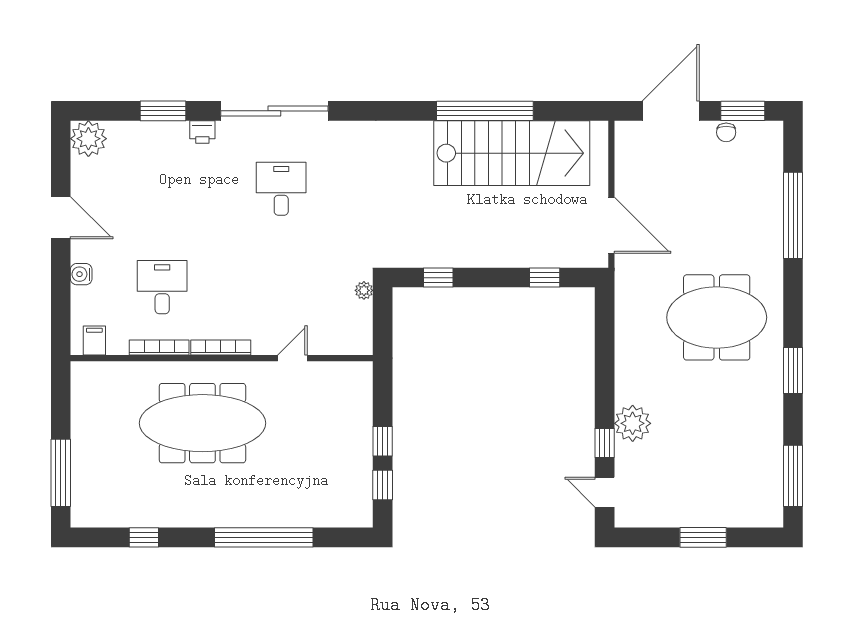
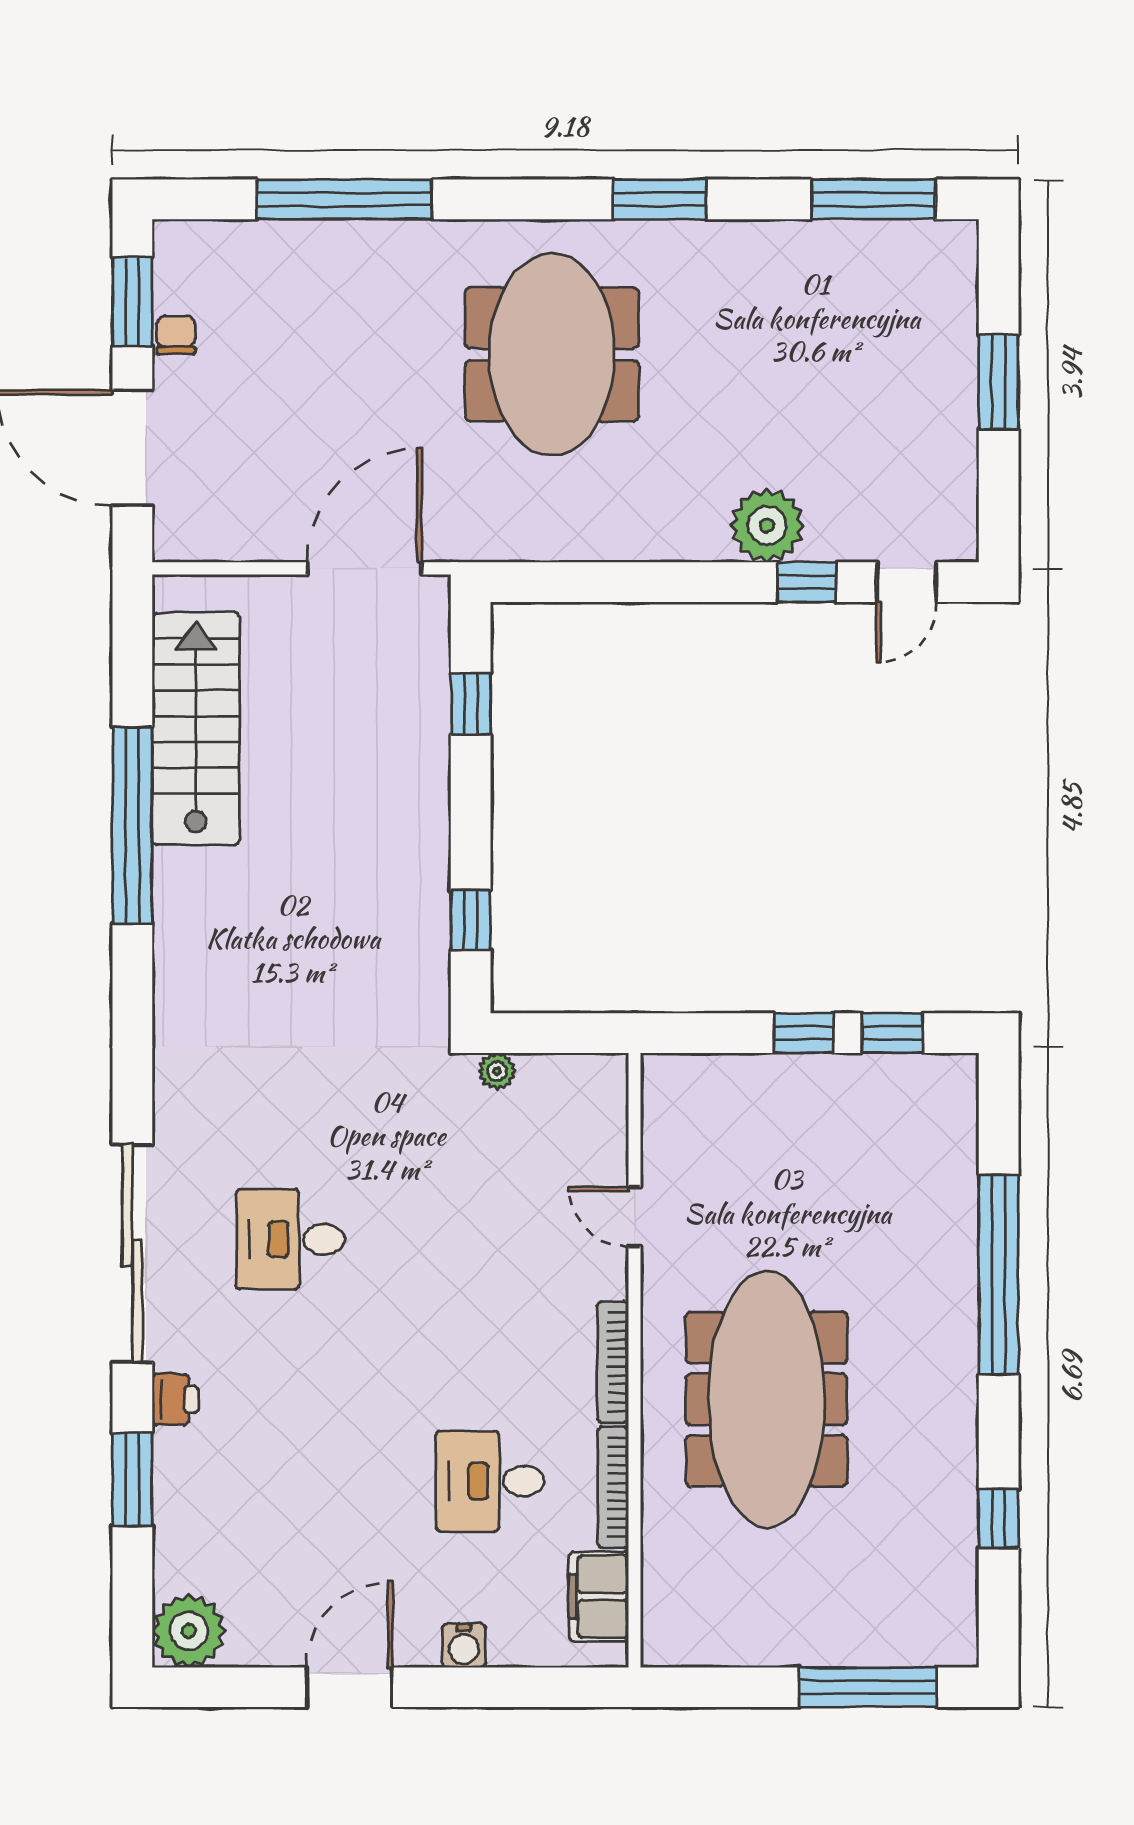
chair: (726, 132) -> (176, 335), turned -90
stairs: (512, 153) -> (196, 729), width x0.73, depth x0.66
filing cabinet: (94, 341) -> (599, 1596), width x2.00

